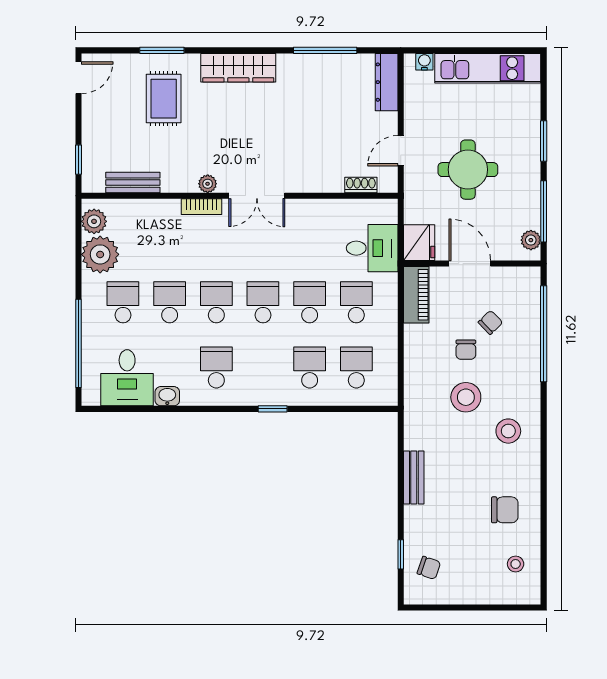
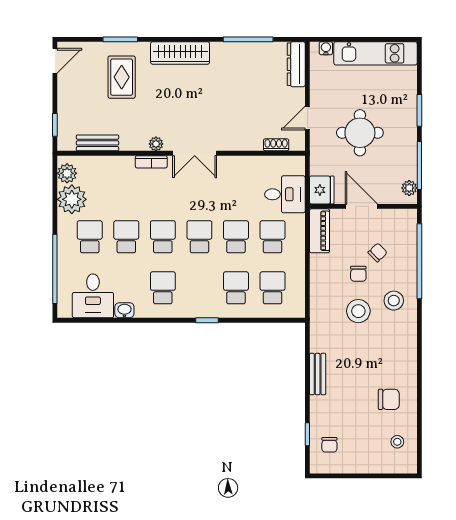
stool: (508, 431) -> (394, 301), moved
chair: (429, 568) -> (329, 445), turned 71

